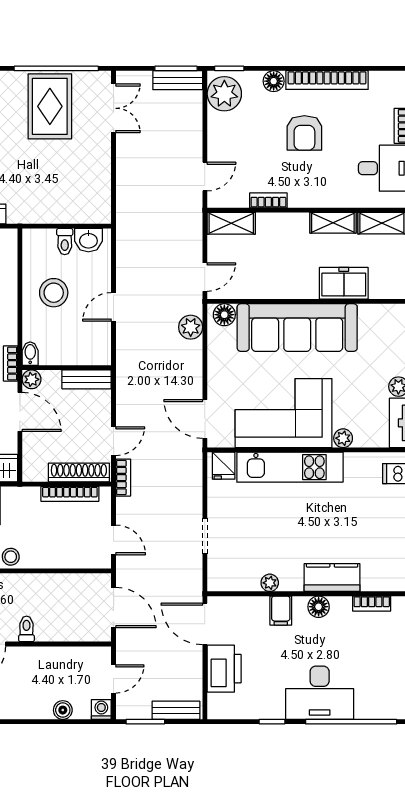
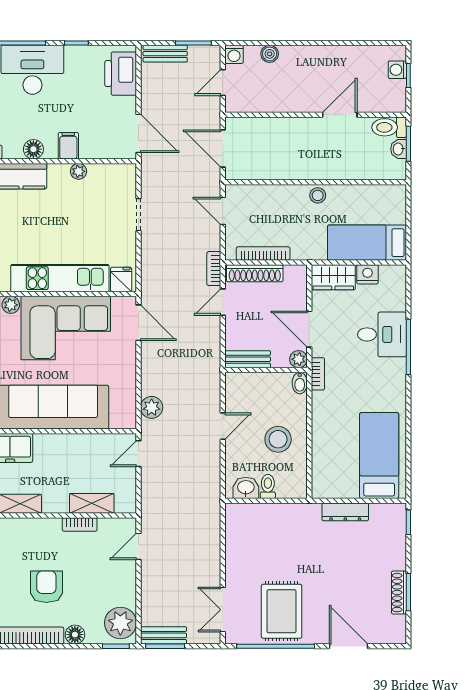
shelving: (231, 223) -> (92, 503), moved
floor lamp: (224, 315) -> (120, 419), removed
toilet: (26, 629) -> (303, 129), removed
printer: (224, 669) -> (121, 74), moved

